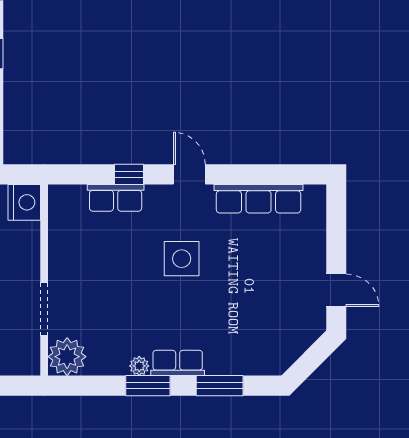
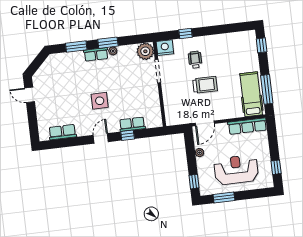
door: (189, 174) -> (101, 138), swing flipped
row of seats: (259, 199) -> (62, 132), width x0.68
nightstand: (24, 202) -> (165, 48), moved, turned 90

